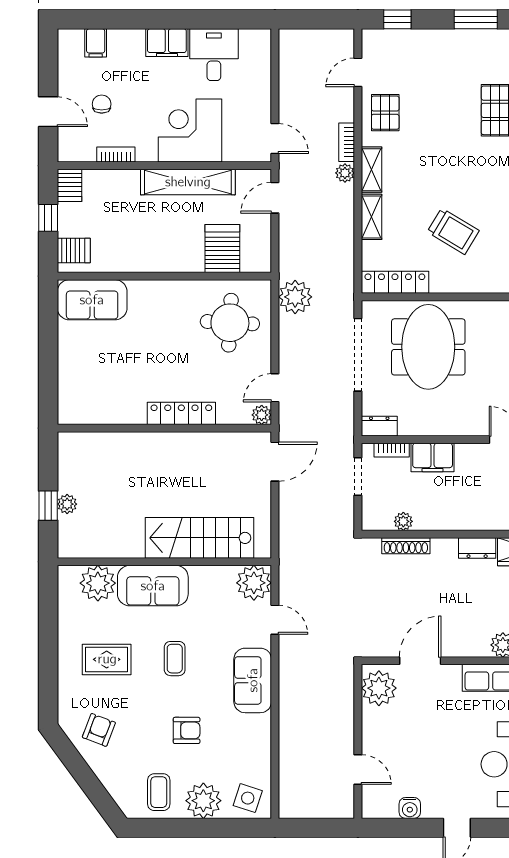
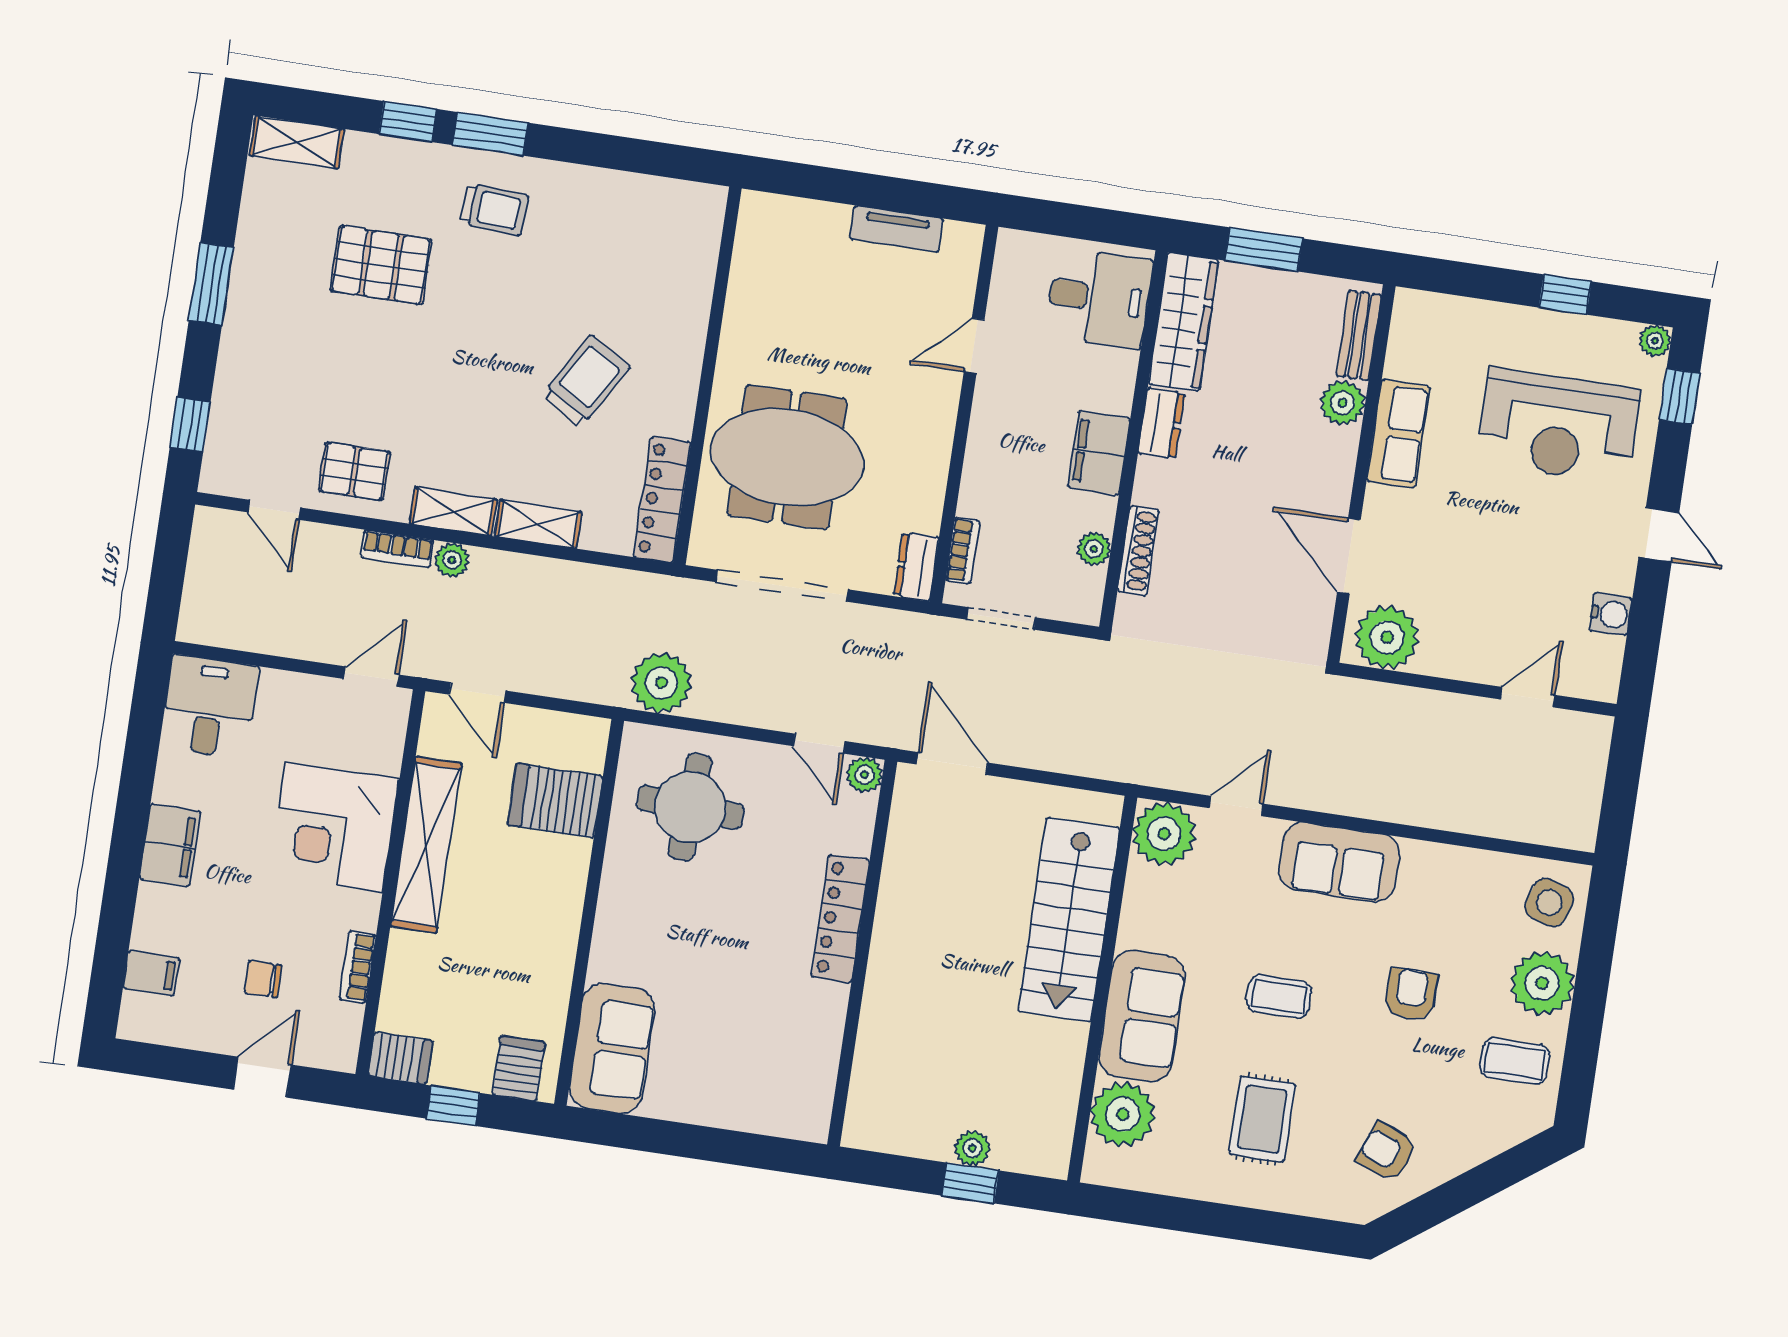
desk: (214, 55) -> (209, 707), moved, turned 90
filing cabinet: (433, 457) -> (1099, 453), moved, turned 180

